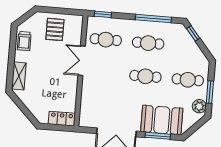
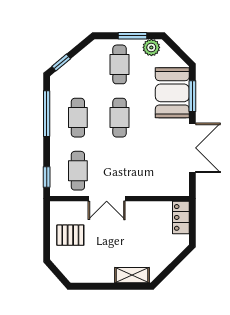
trolley: (24, 41) -> (88, 272), removed

